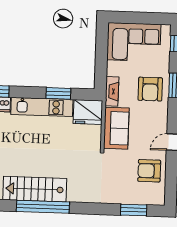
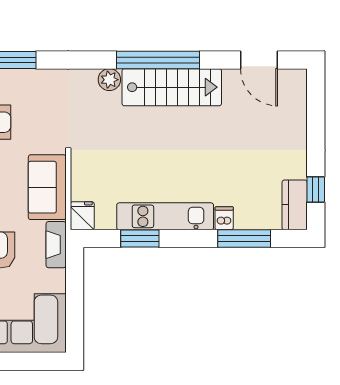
fridge: (88, 112) -> (82, 216), width x0.53, depth x0.75
plant: (74, 195) -> (109, 80), added

